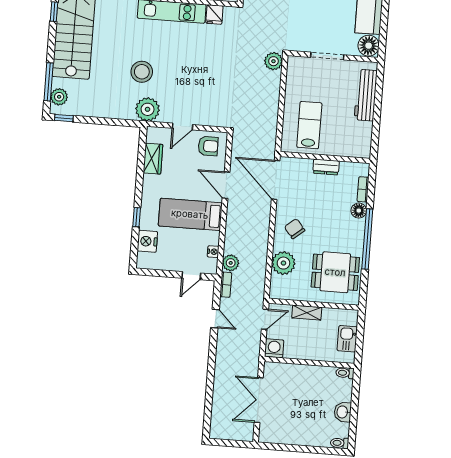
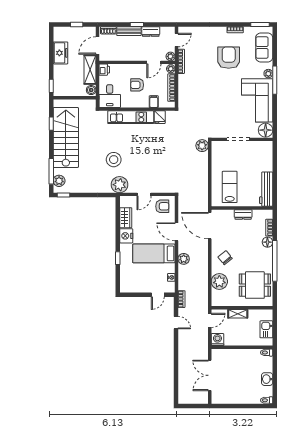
workbench: (366, 95) -> (266, 189), moved
nightstand: (147, 241) -> (126, 236), moved
plant: (231, 263) -> (184, 259), moved

